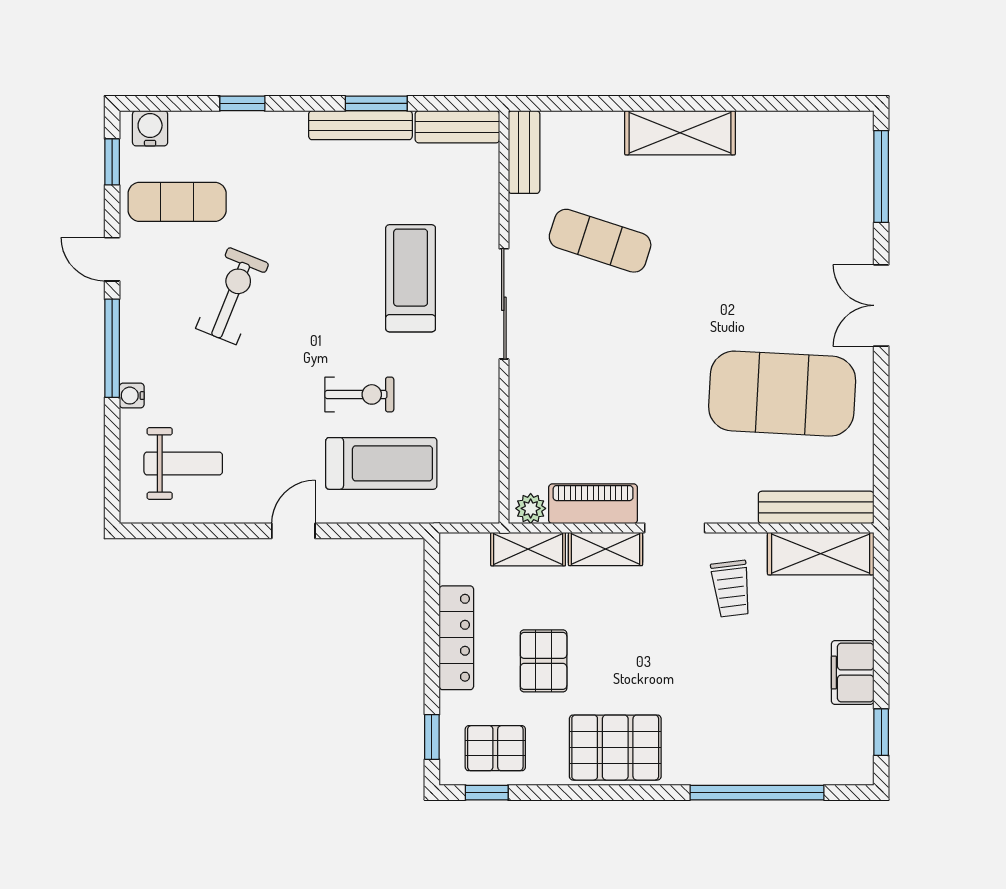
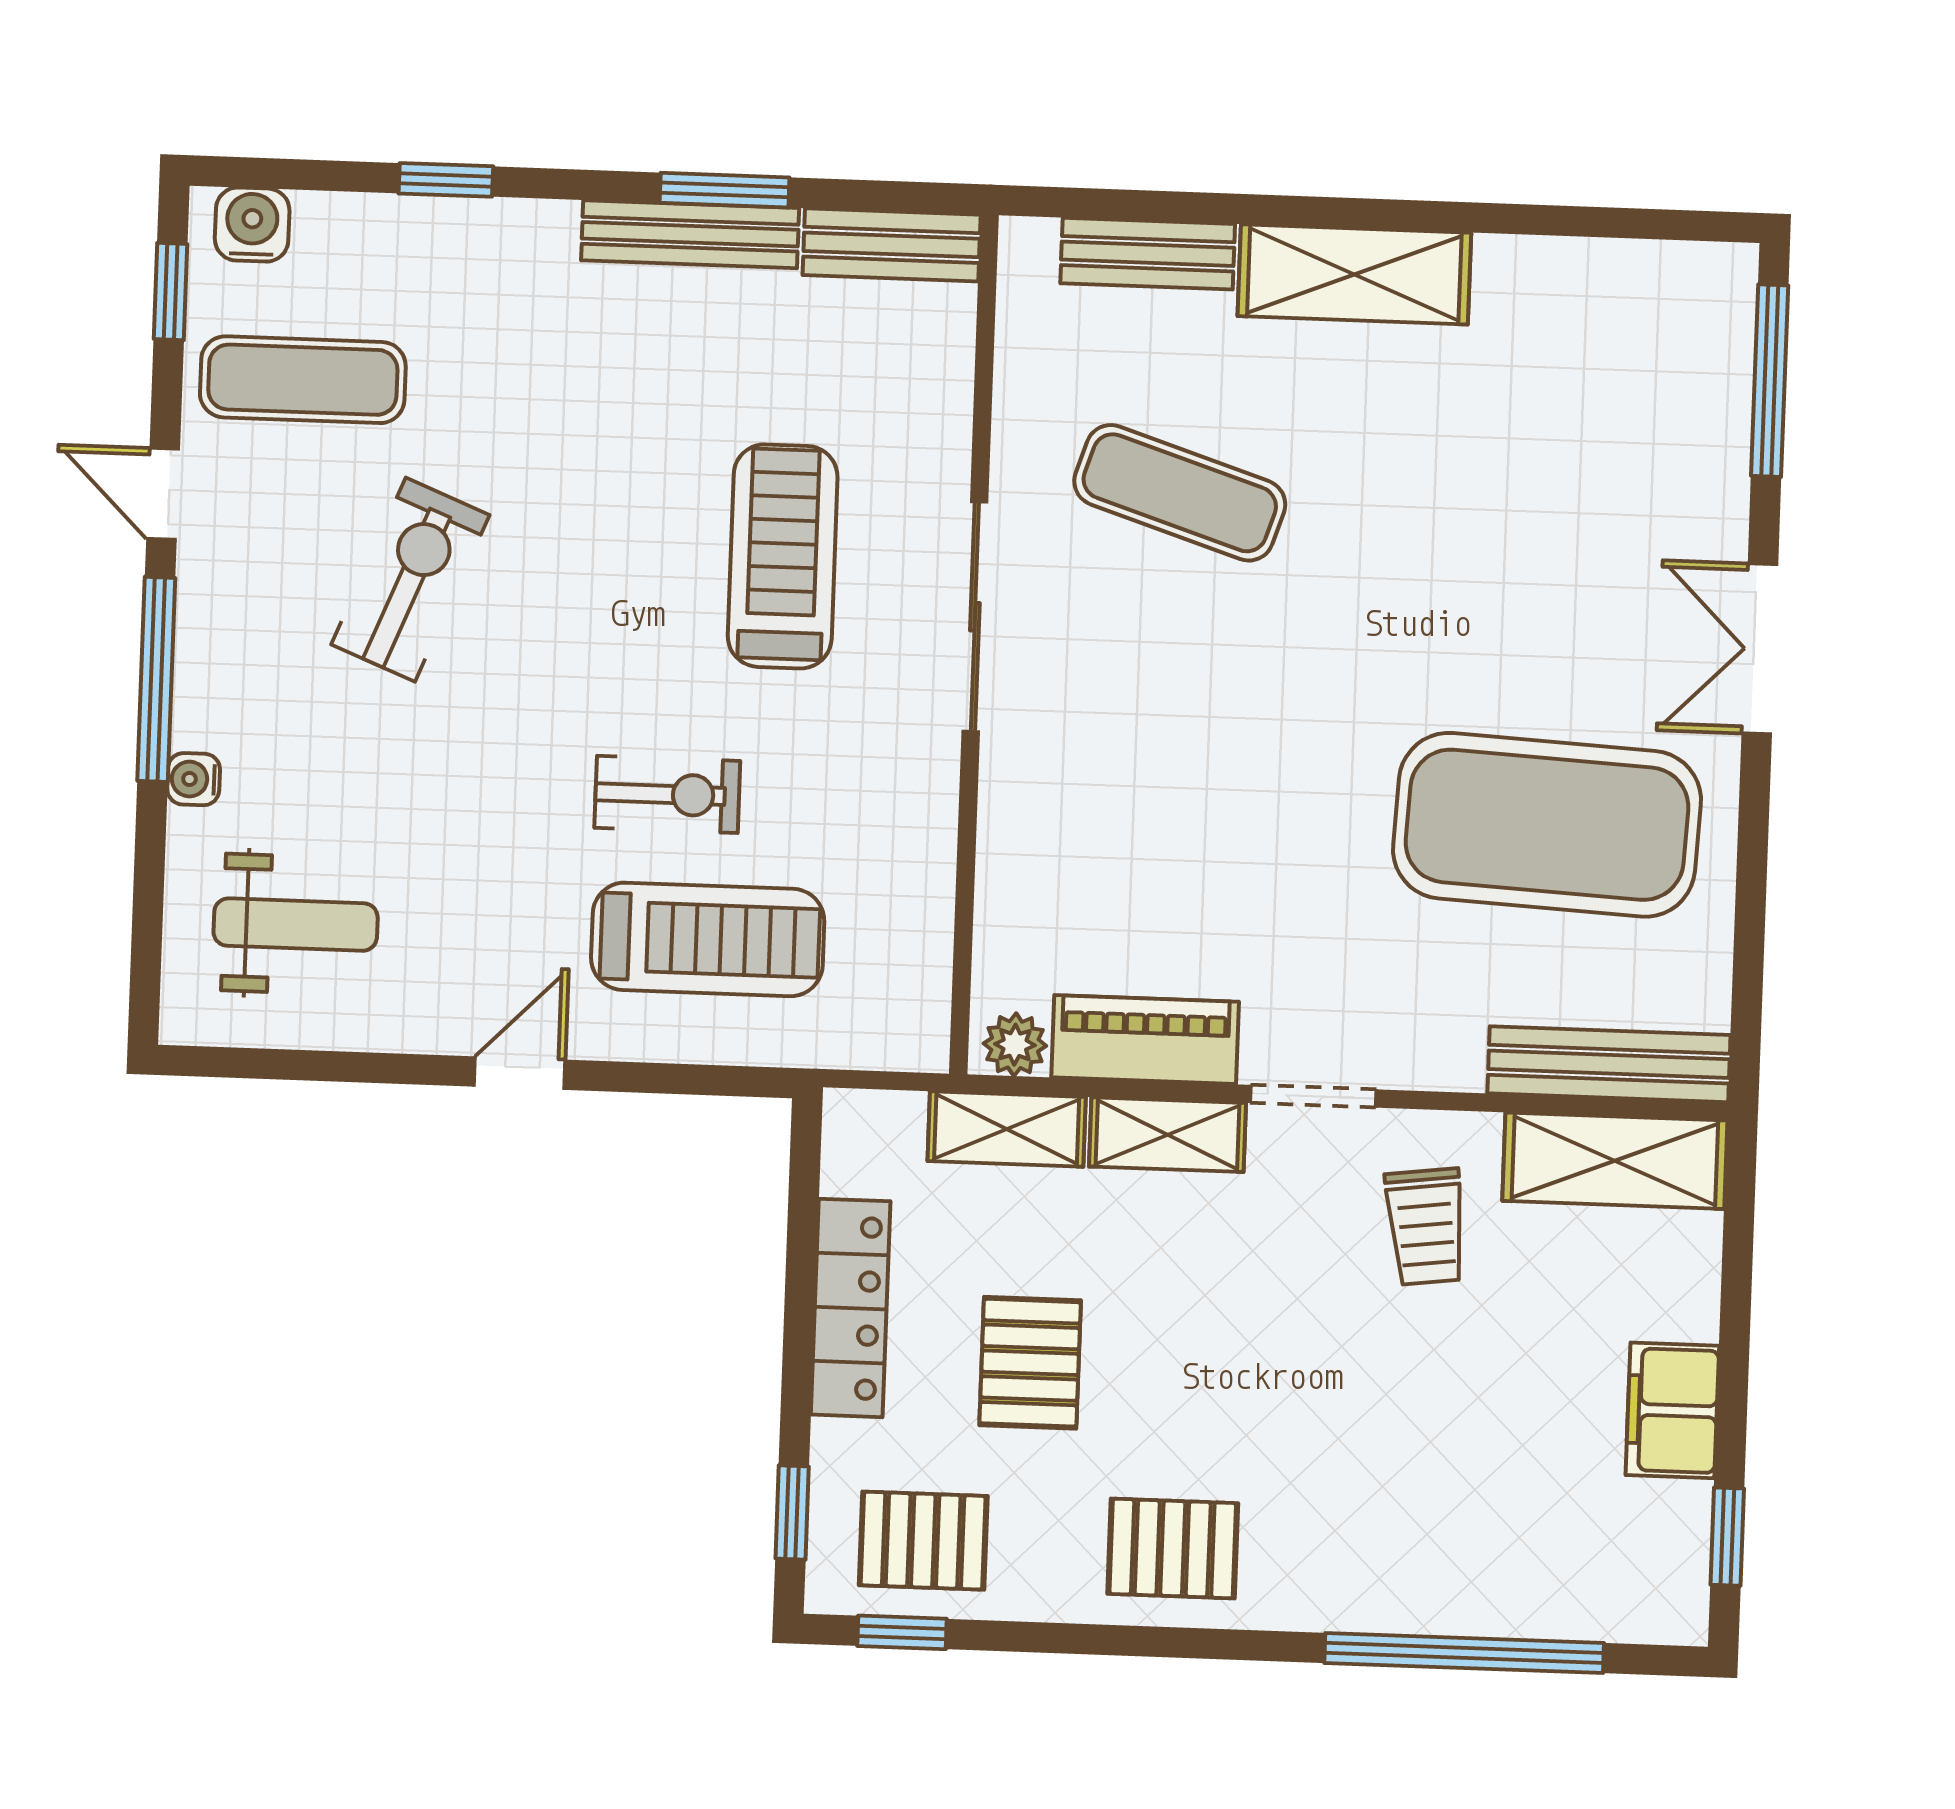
bench: (524, 152) -> (1148, 254), moved, turned 90
pallet: (615, 748) -> (1173, 1548), width x0.67, depth x0.71

